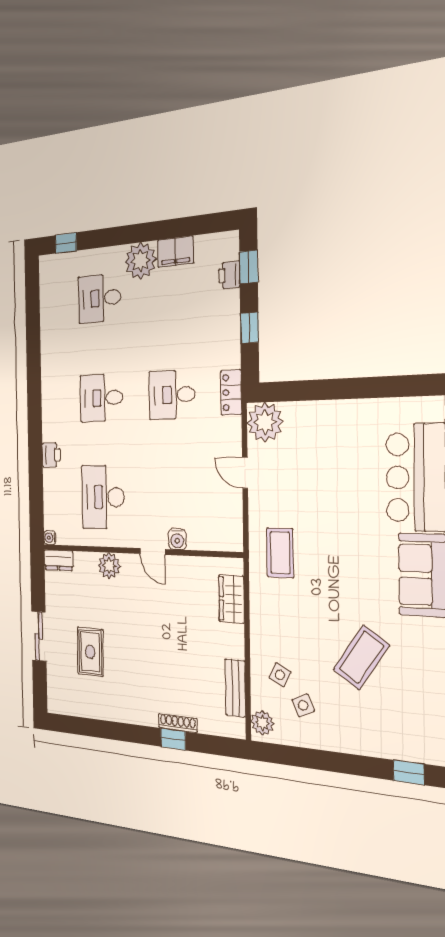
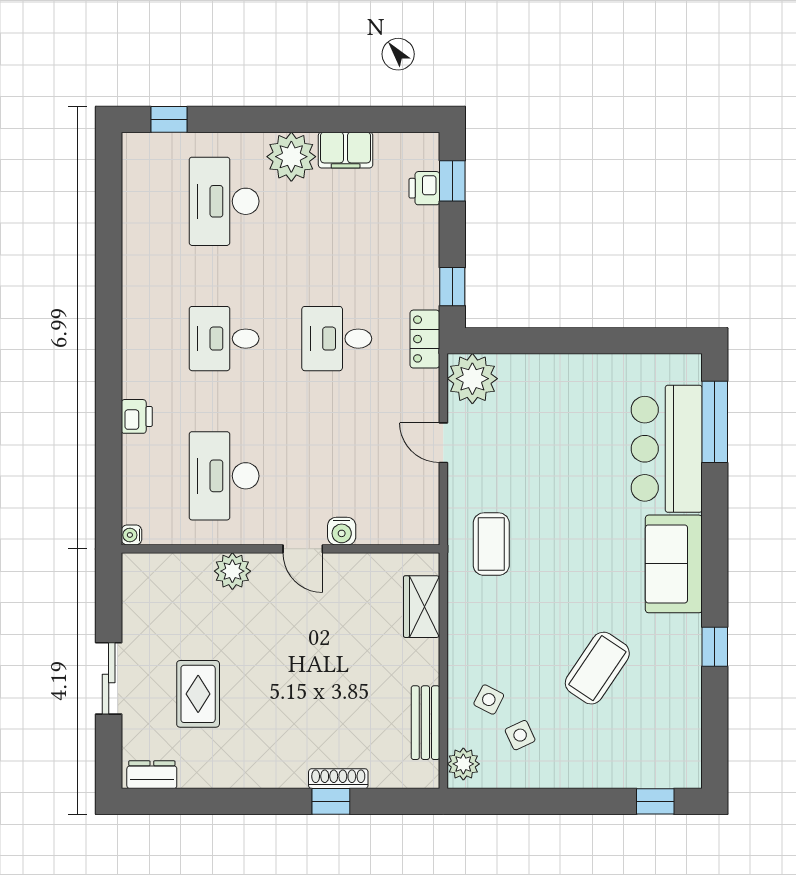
desk: (100, 298) -> (224, 201), width x1.37
window: (249, 328) -> (452, 287), moved
dresser: (59, 560) -> (152, 775), moved, turned 180

